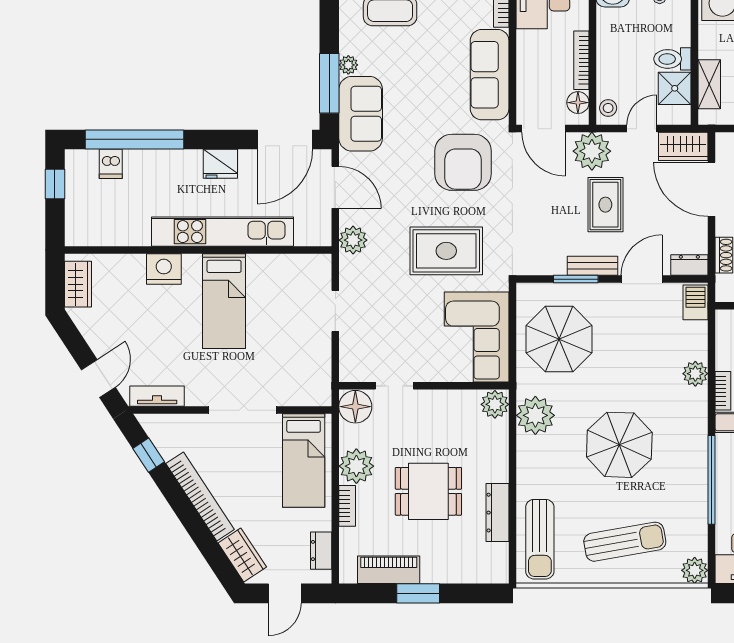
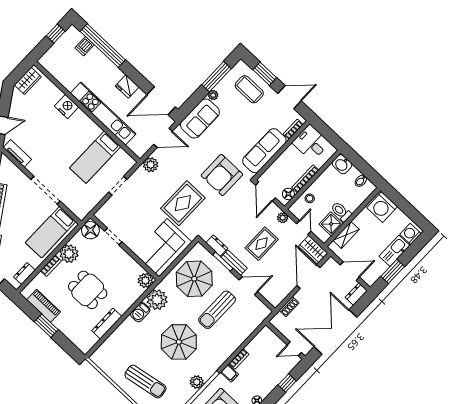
window: (329, 83) -> (216, 77), moved
stool: (608, 108) -> (310, 198), moved
door: (642, 129) -> (304, 227), hinge flipped
plant: (592, 151) -> (283, 218), width x0.53, depth x0.53
door: (335, 187) -> (163, 138), hinge flipped
rug: (446, 251) -> (183, 203), turned 90
dresser: (689, 265) -> (217, 246), moved
bed: (224, 301) -> (95, 157), moved
barbecue: (695, 302) -> (140, 312), moved, turned 180
plant: (695, 374) -> (197, 382), moved
sun lounger: (540, 539) -> (217, 310), moved

